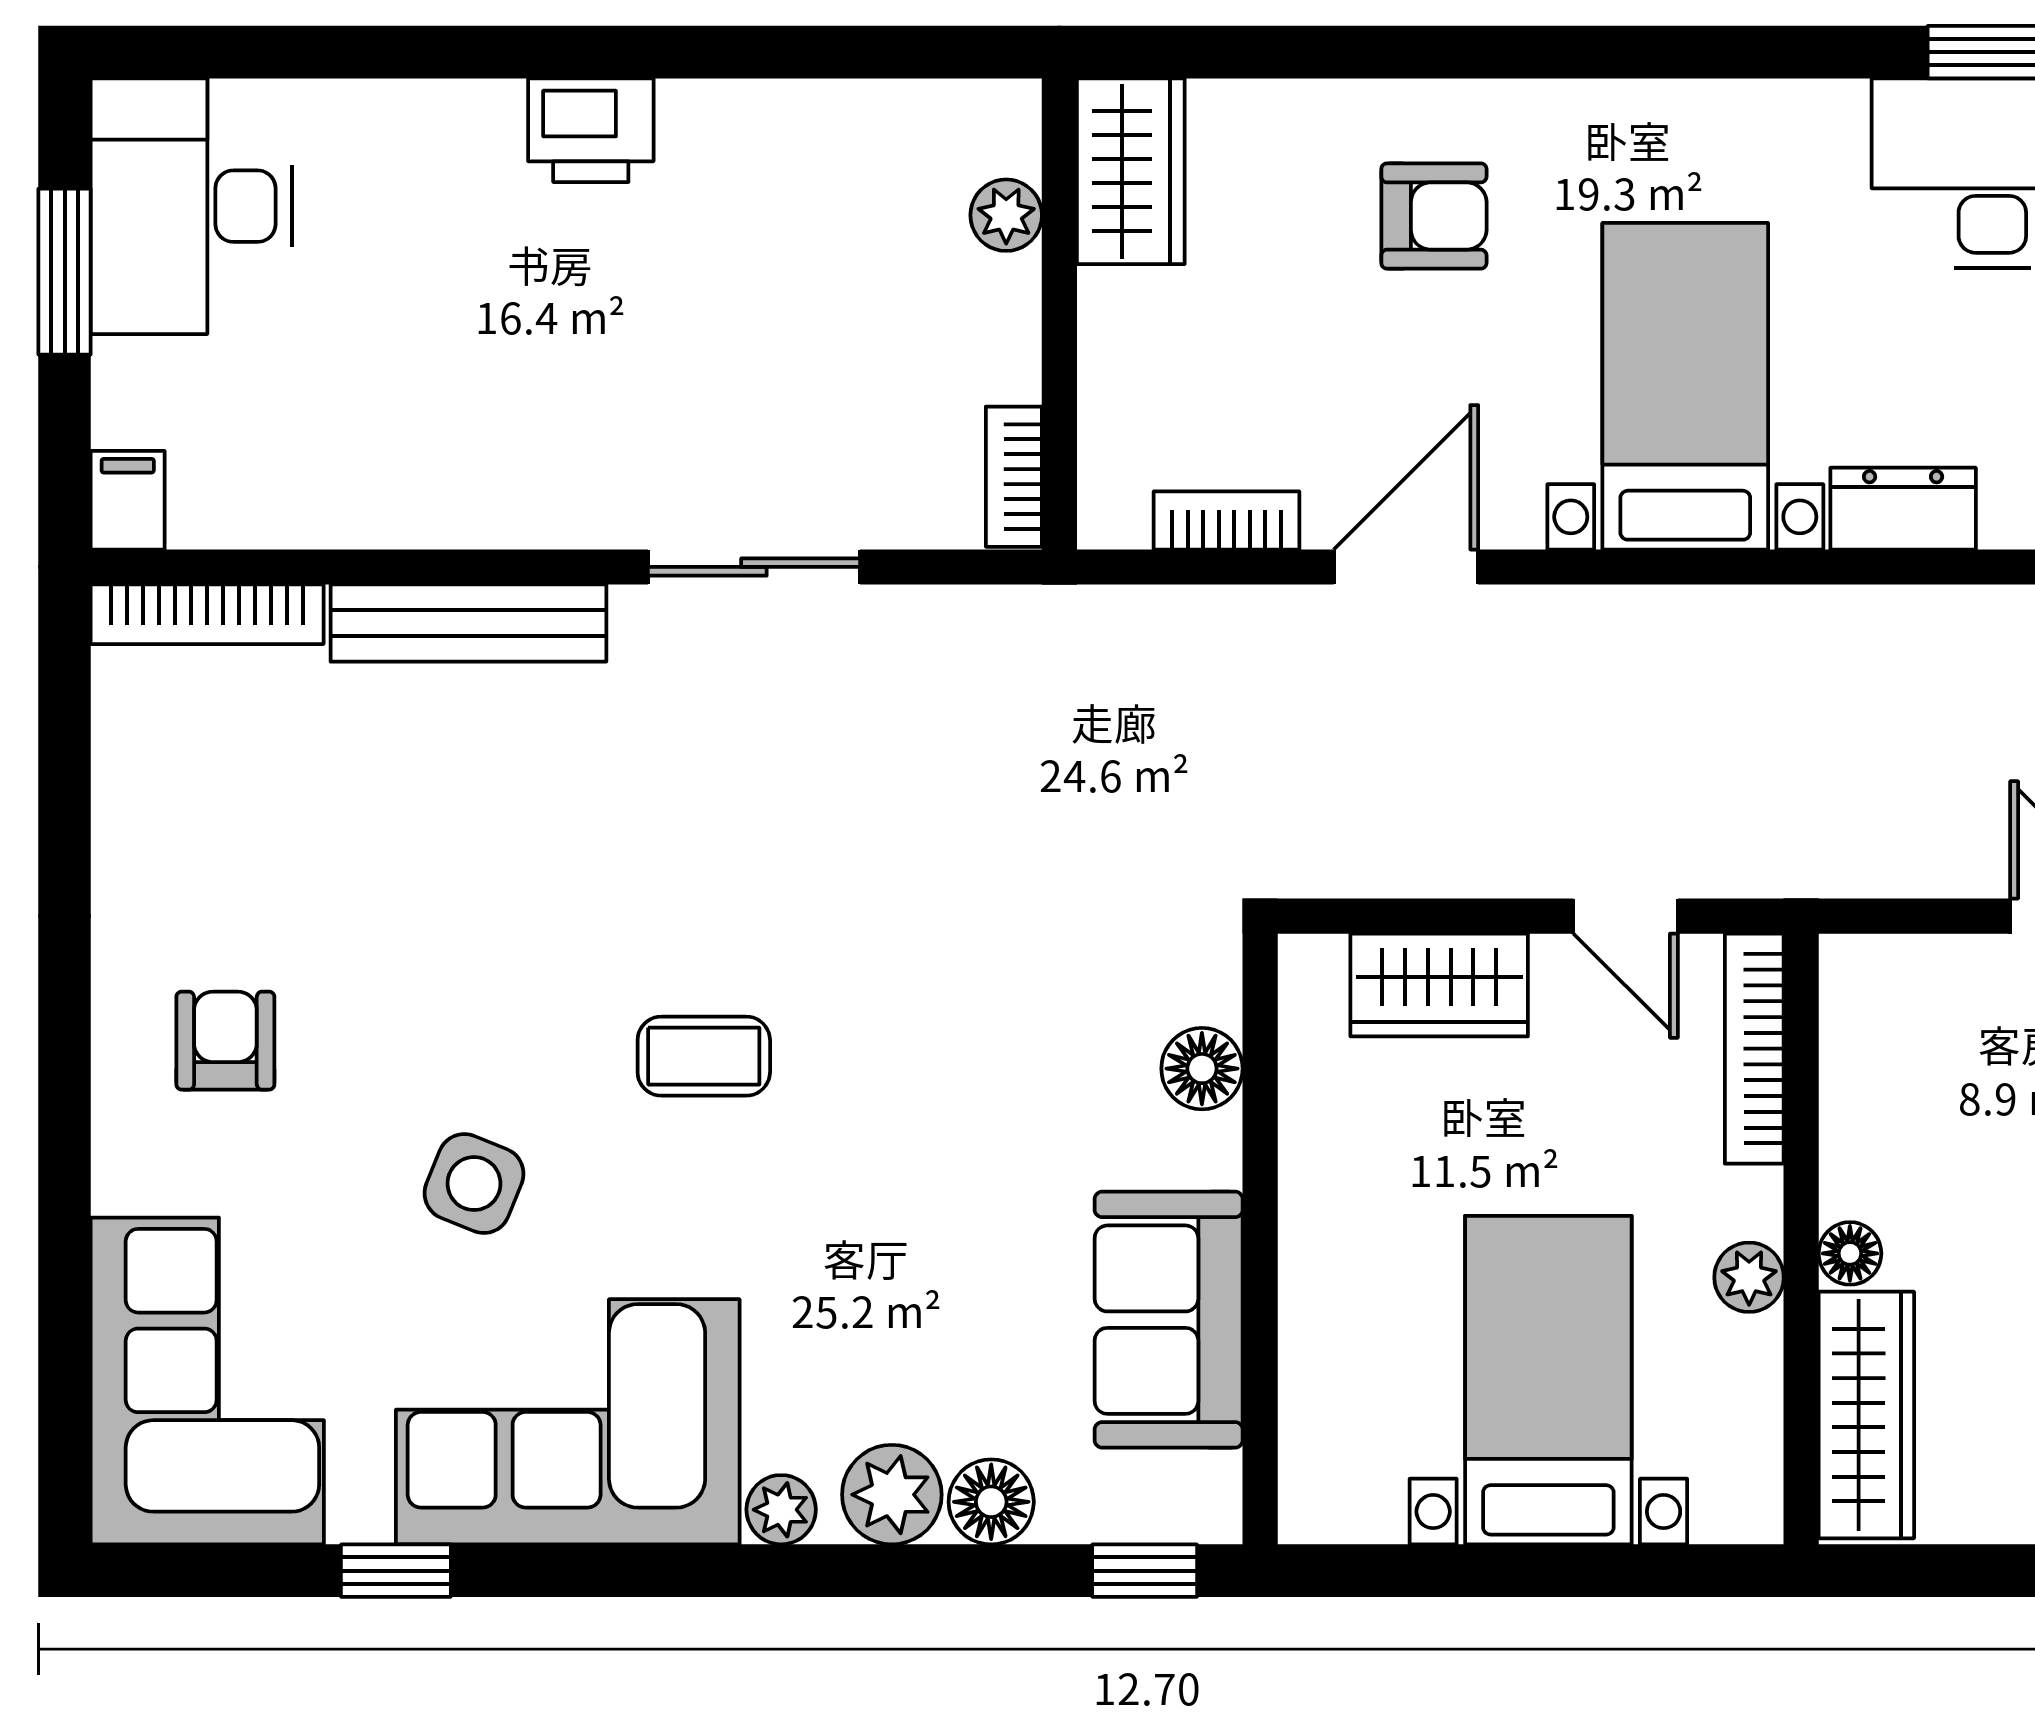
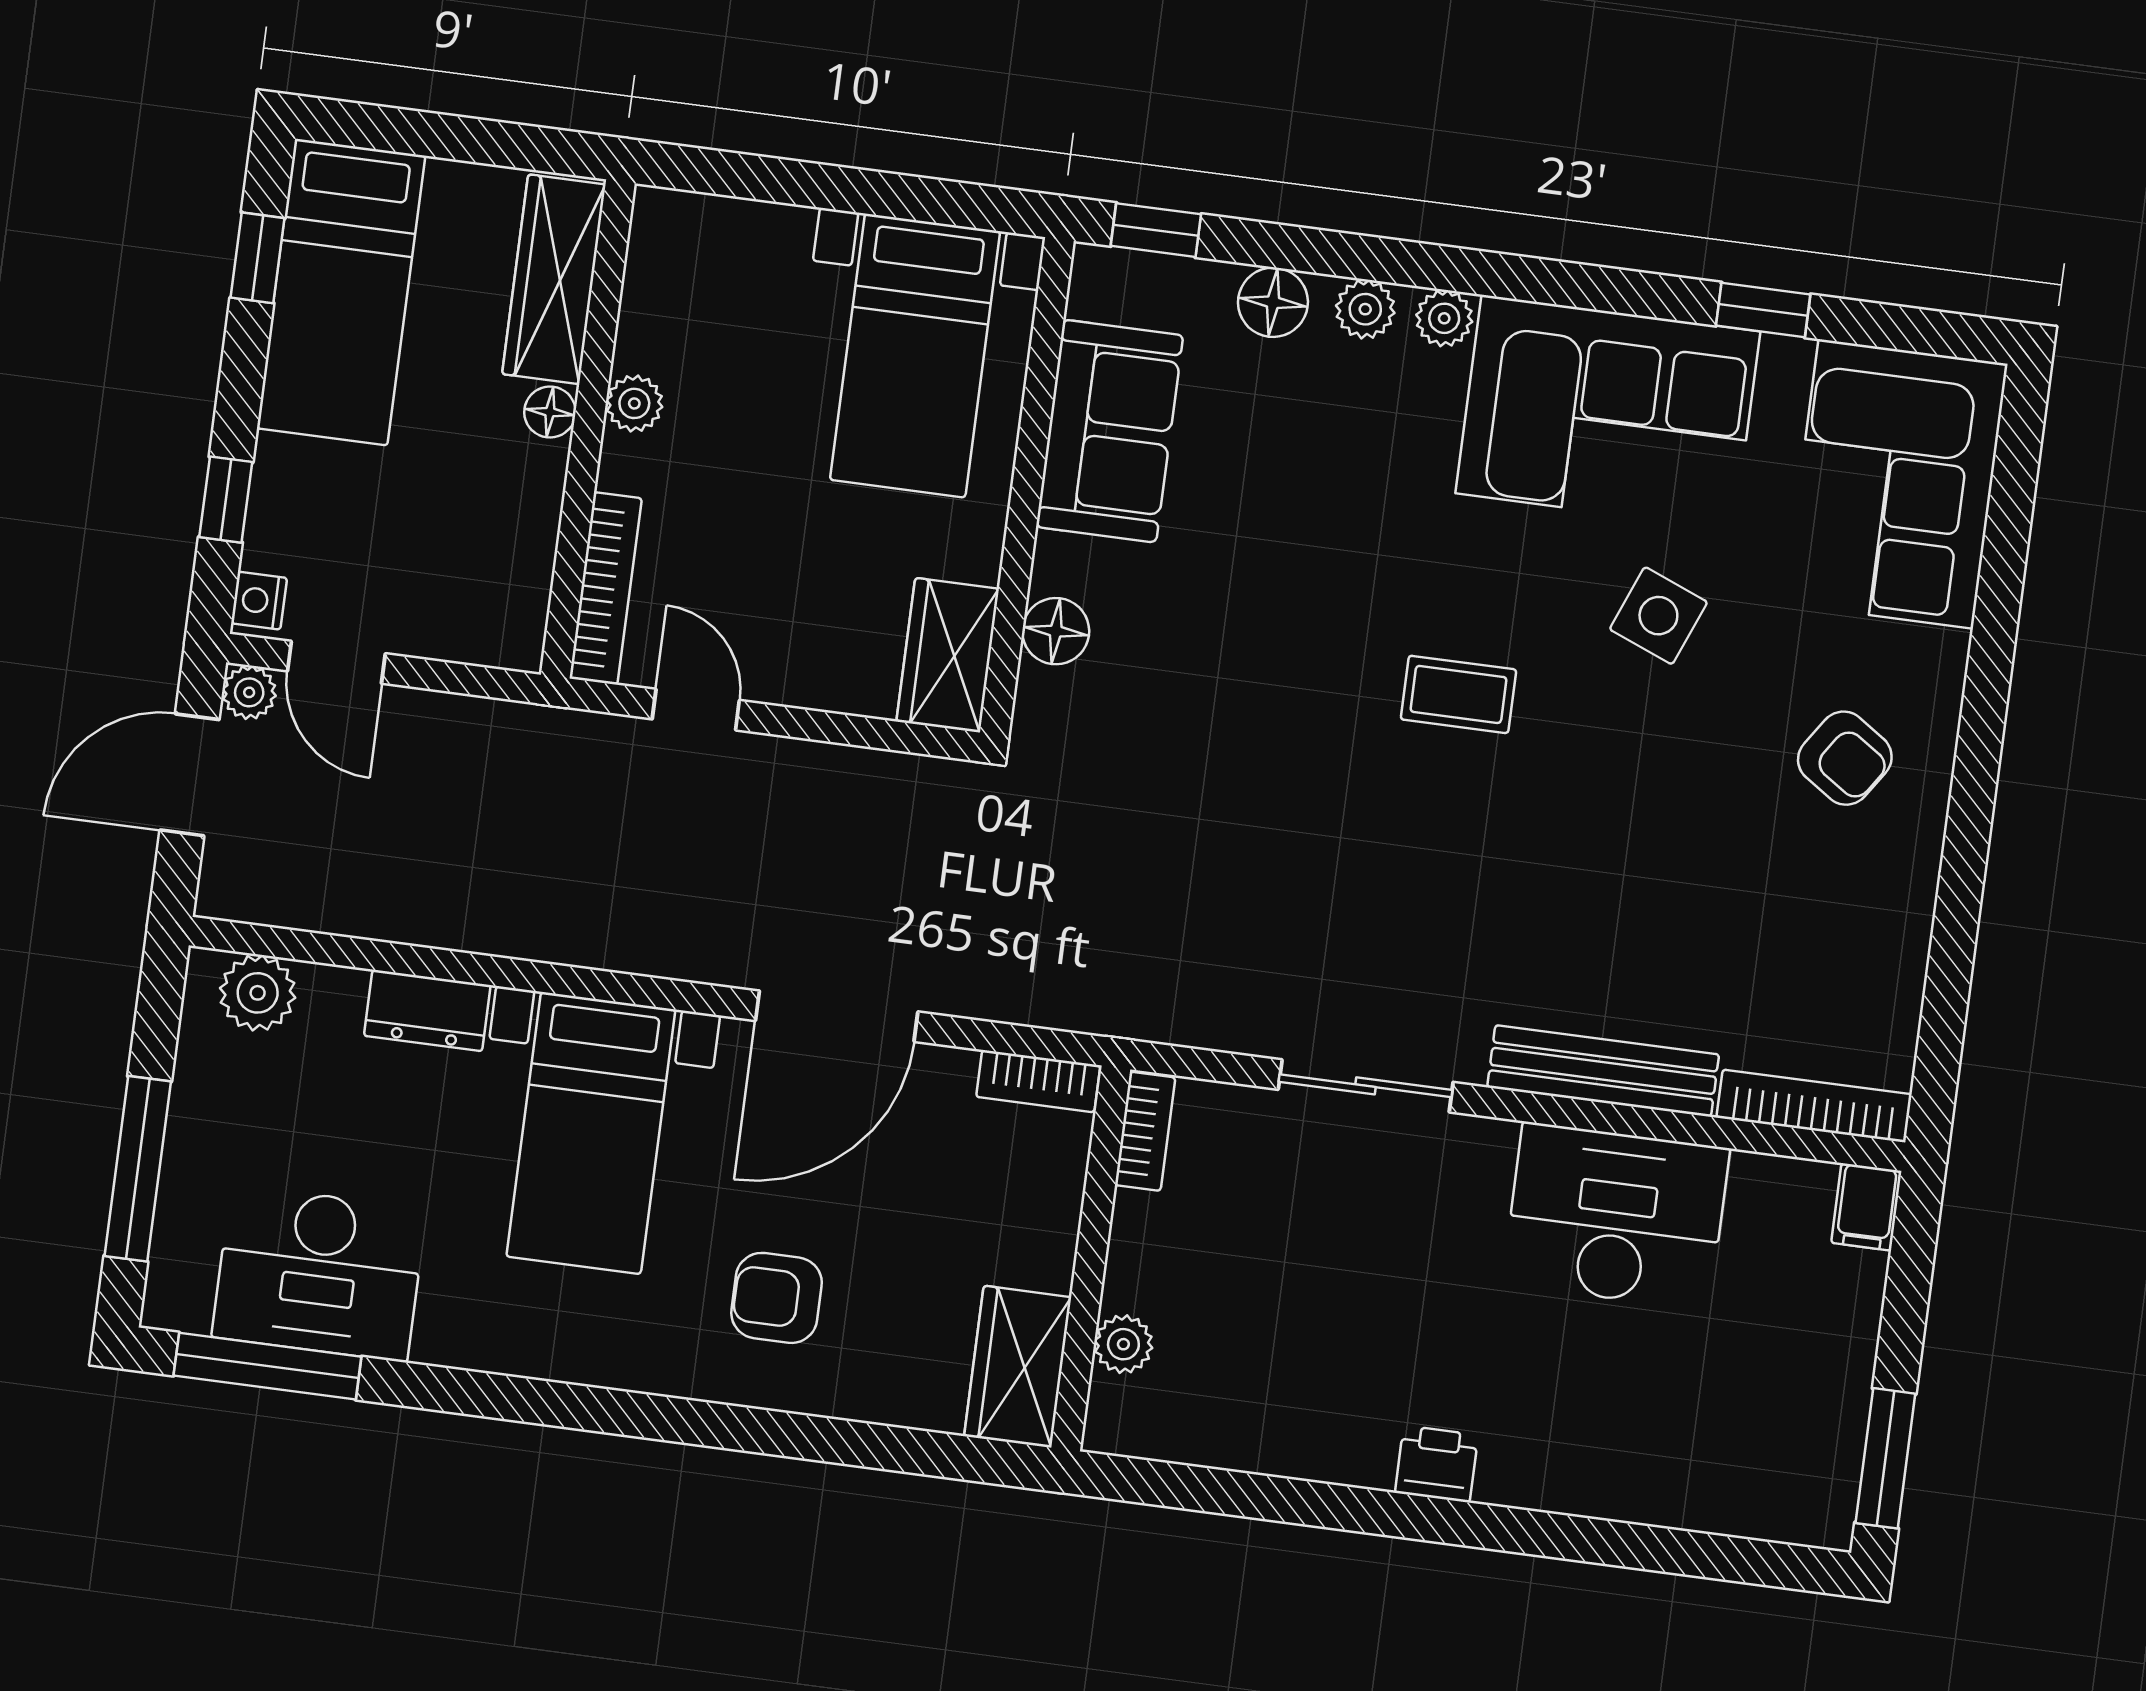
printer: (591, 130) -> (1437, 1464), width x0.73, depth x0.81
desk: (191, 206) -> (1616, 1216), moved, turned -90
window: (65, 272) -> (1885, 1458), moved
bookcase: (1227, 520) -> (1038, 1081), moved
door: (1406, 567) -> (837, 1016), width x1.36
wardrobe: (1439, 985) -> (948, 655), moved, turned -90
armchair: (225, 1041) -> (1845, 758), turned -56
bed with nightstands: (1548, 1380) -> (915, 356), moved
plant: (892, 1495) -> (1365, 309), width x0.73, depth x0.73

